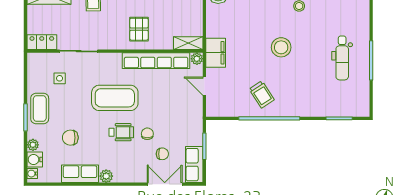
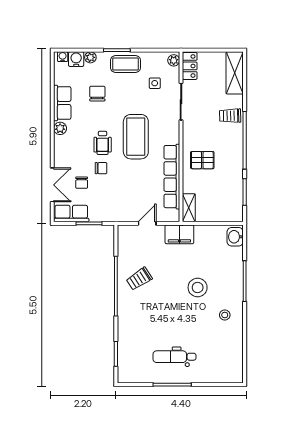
stool: (281, 47) -> (198, 288), moved
plant: (197, 59) -> (174, 60), moved

